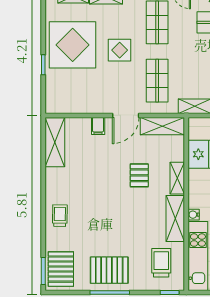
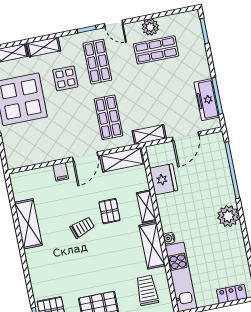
display table: (120, 50) -> (65, 78), moved
shelving: (55, 142) -> (28, 224), moved
trolley: (60, 216) -> (82, 227), moved, turned 70

